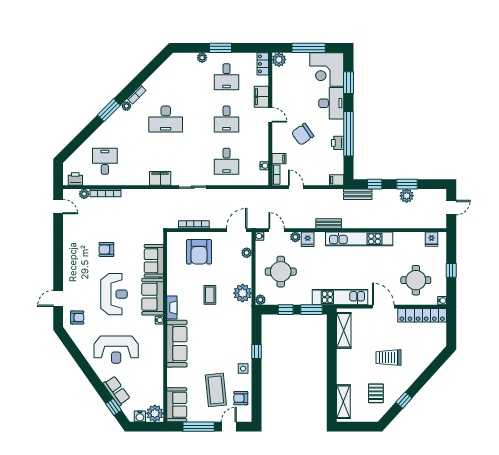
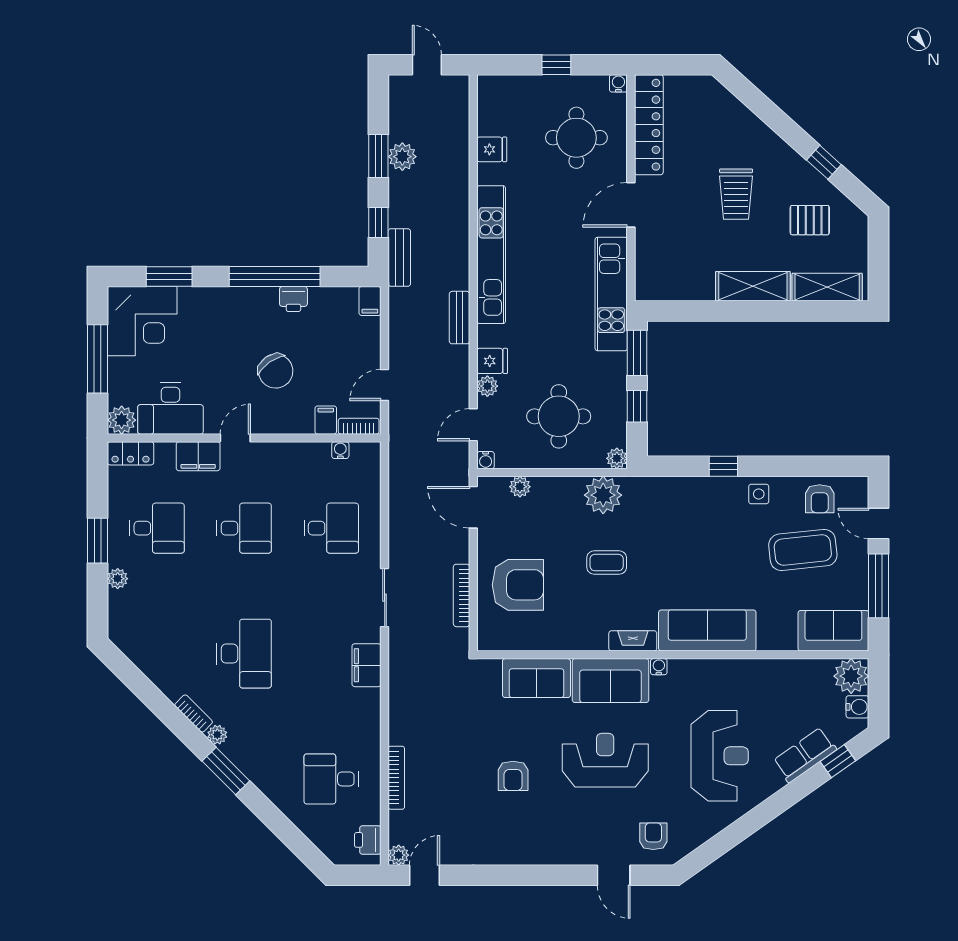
desk: (331, 103) -> (170, 409), moved, turned 180
plant: (84, 194) -> (399, 855), moved
fridge: (432, 239) -> (492, 149), moved
shelving: (344, 330) -> (753, 286), moved

